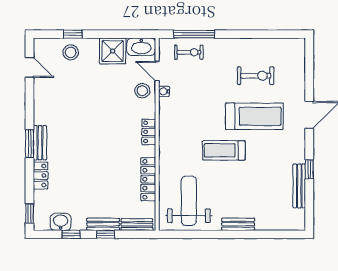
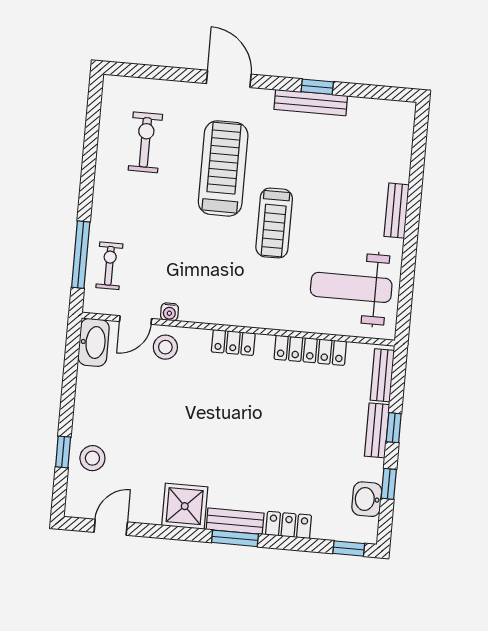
shower: (113, 51) -> (185, 506), moved
exercise bike: (256, 76) -> (145, 142), moved
bench: (299, 186) -> (311, 103), moved

